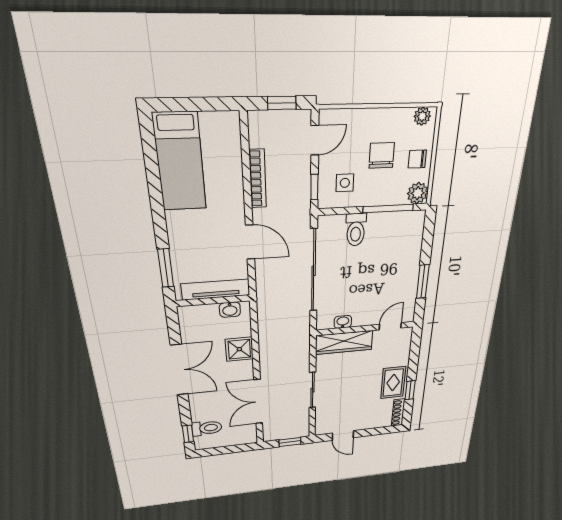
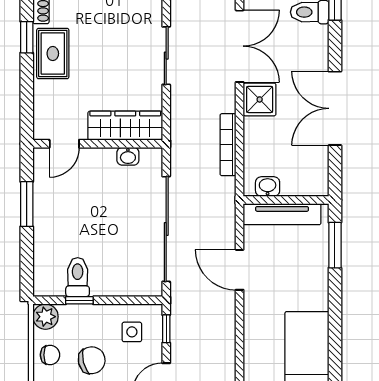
chair: (382, 155) -> (92, 360), turned -104
bookcase: (258, 179) -> (228, 145), moved
window: (388, 209) -> (79, 300), width x0.46
toilet: (356, 230) -> (78, 277), moved
shower: (239, 349) -> (260, 99), moved

